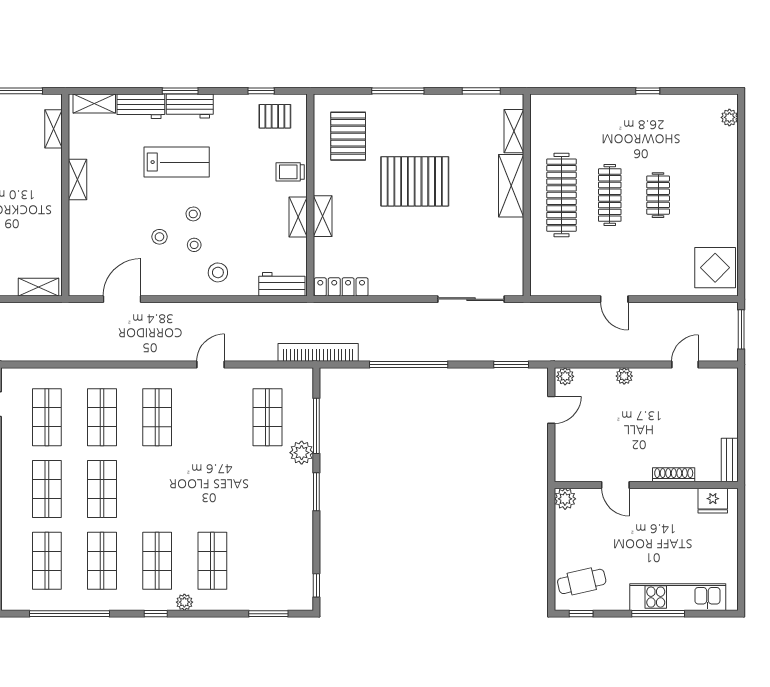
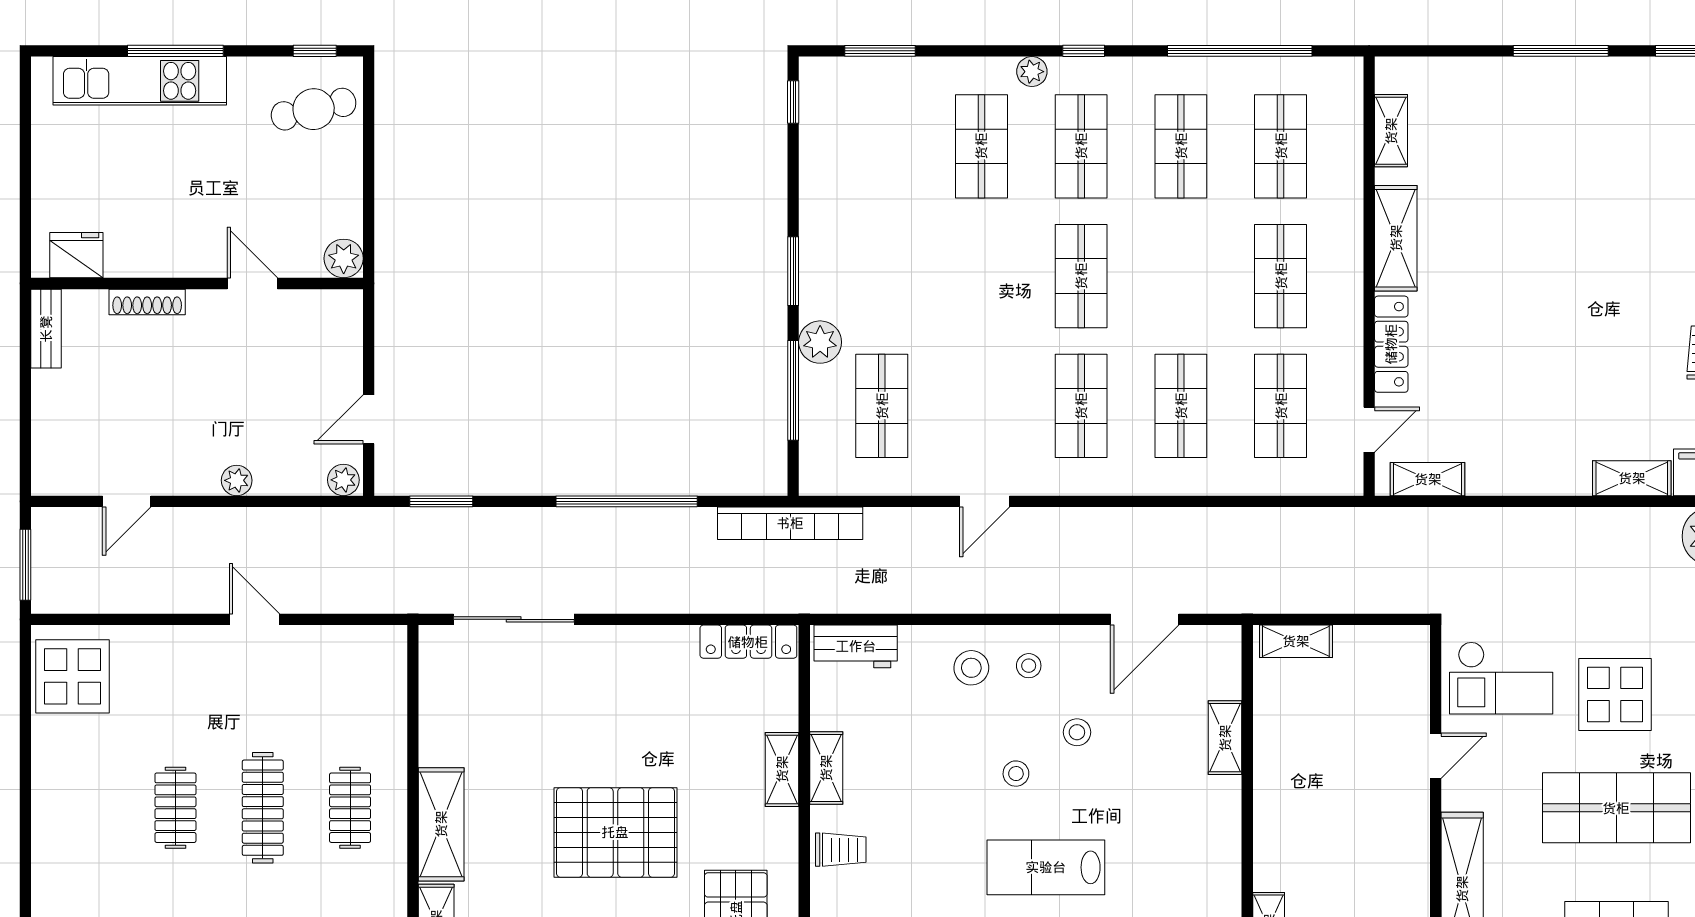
shelving: (78, 179) -> (1225, 738), moved
clothes rail: (561, 195) -> (350, 808), width x0.54, depth x0.76
stool: (194, 245) -> (1029, 666), moved
shop shelf: (102, 489) -> (1081, 276), moved

